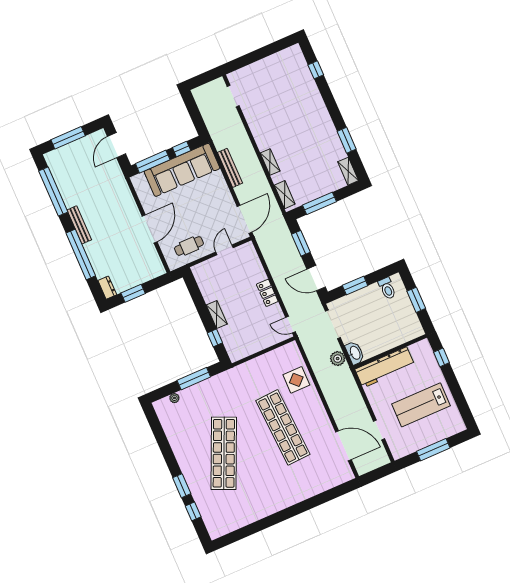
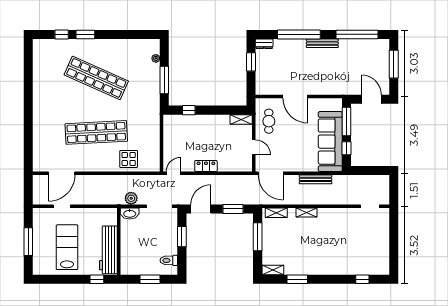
shelving: (217, 314) -> (241, 119), moved
workbench: (385, 367) -> (108, 250), moved

